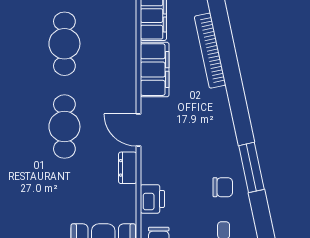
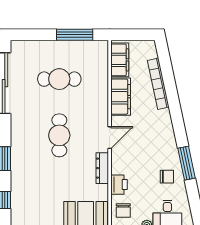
cafe table: (64, 44) -> (59, 79), turned 90
door: (138, 130) -> (110, 138), swing flipped
dresser: (128, 168) -> (102, 168), width x1.44

